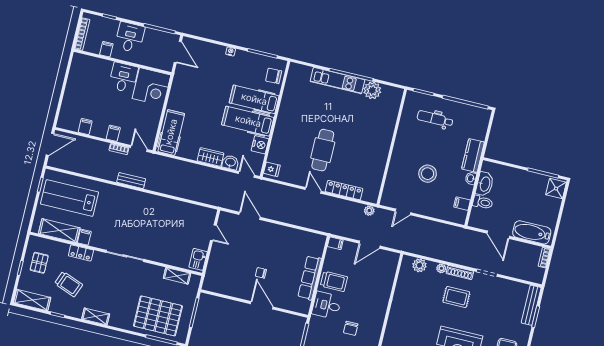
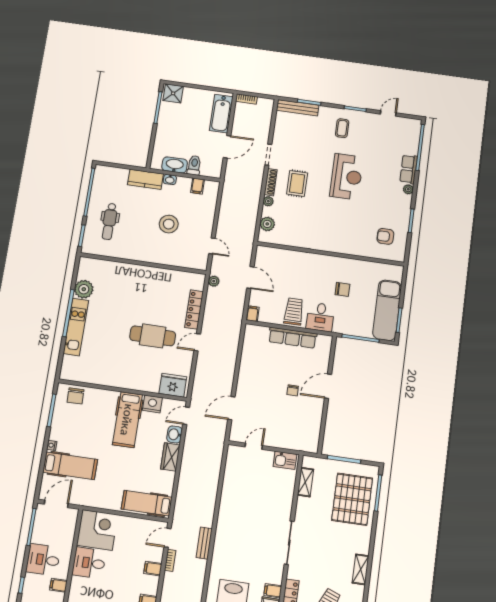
hospital bed: (254, 99) -> (70, 466), moved, turned -90
fridge: (272, 169) -> (173, 385), width x1.88, depth x1.34

